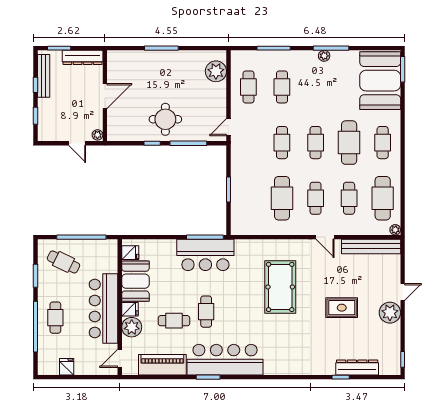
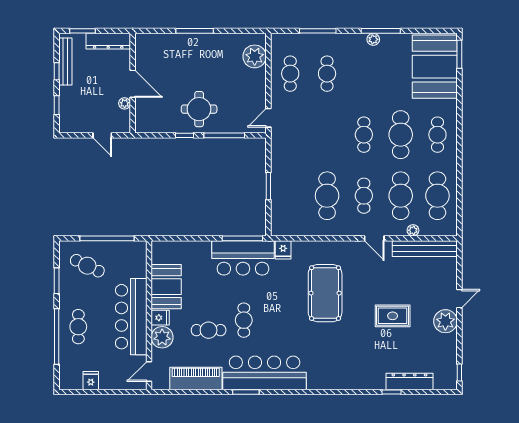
door: (105, 96) -> (133, 84), hinge flipped
plant: (97, 135) -> (125, 103), moved
cafe table: (282, 143) -> (327, 135), removed
cafe table: (349, 198) -> (401, 196), width x1.37, depth x1.35
plant: (395, 230) -> (413, 230), moved
fridge: (130, 253) -> (283, 250), moved, turned 90

